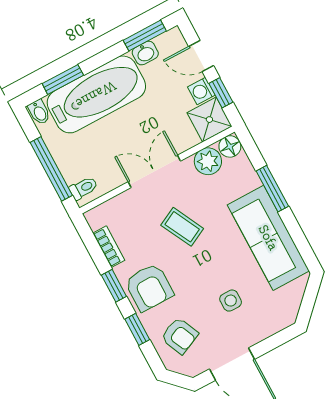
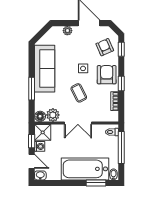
window: (145, 36) -> (51, 183), removed
washbasin: (145, 53) -> (40, 175), moved
side table: (231, 301) -> (83, 68), moved
window: (137, 329) -> (121, 49), moved
plant: (264, 329) -> (67, 31), added

